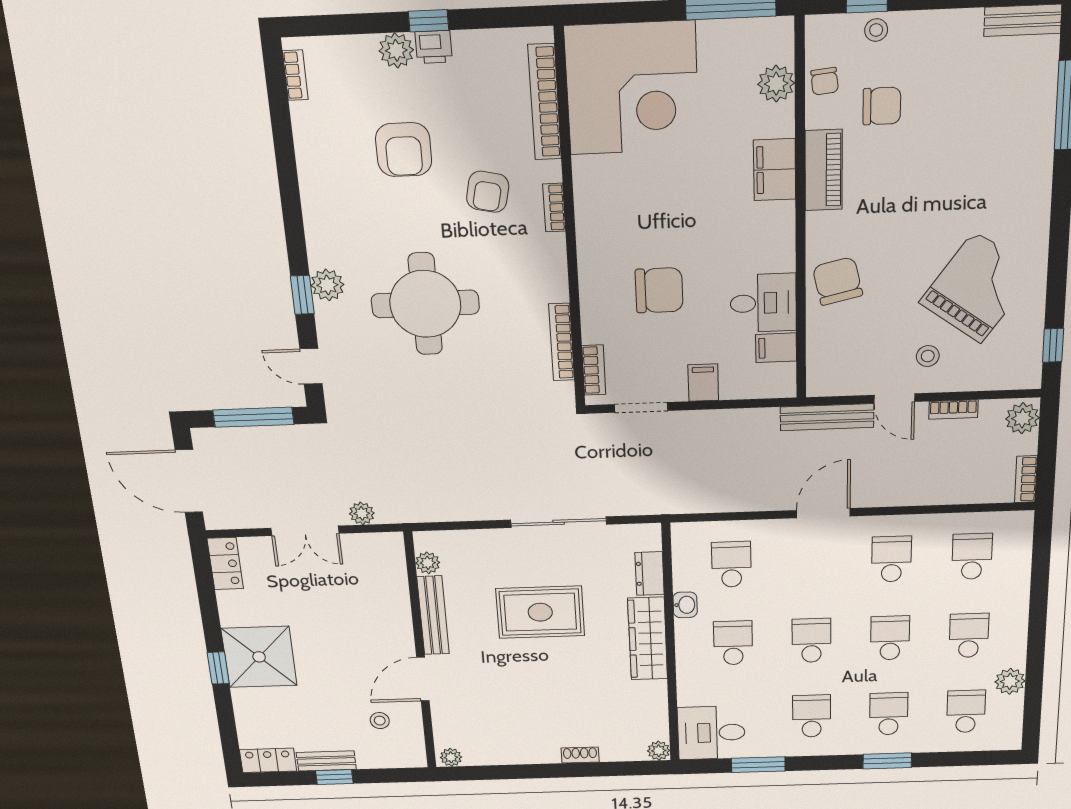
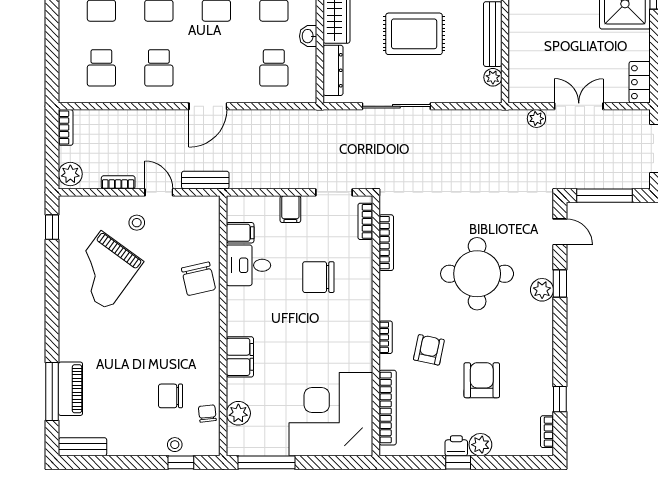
window: (282, 126) -> (560, 399), added
piano: (824, 170) -> (70, 389), moved, turned 180
bench: (827, 417) -> (205, 180), width x0.73
dresser: (649, 574) -> (333, 70), width x1.44

